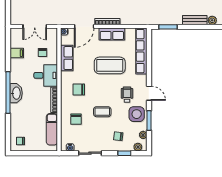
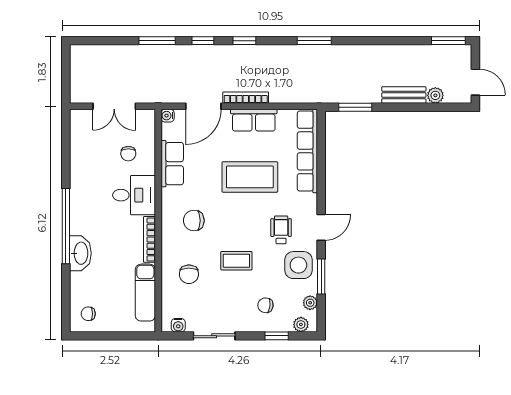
filing cabinet: (17, 53) -> (82, 155), removed
washbasin: (16, 93) -> (80, 253), moved
door: (149, 93) -> (321, 227), hinge flipped

